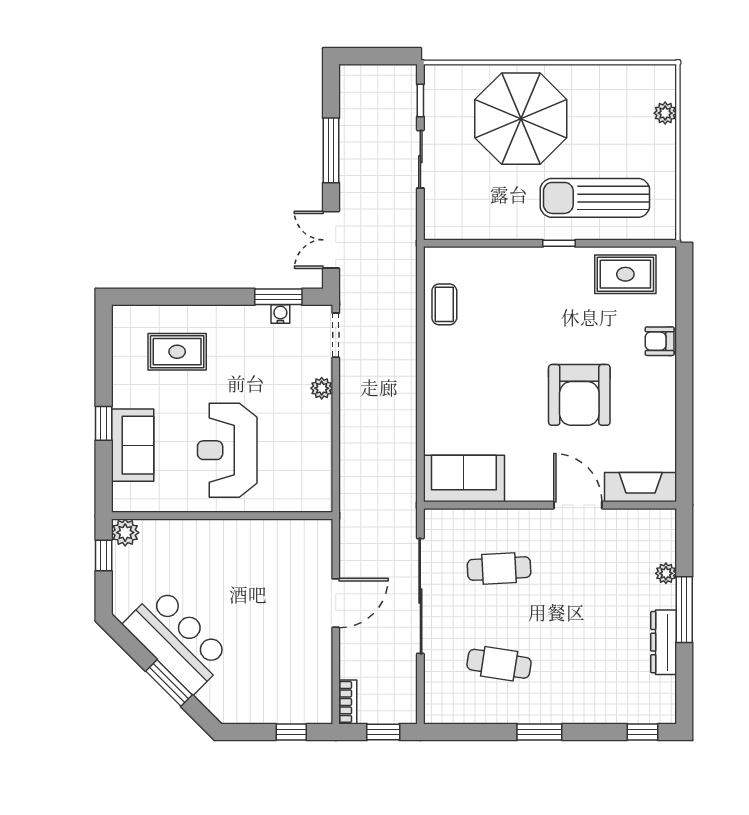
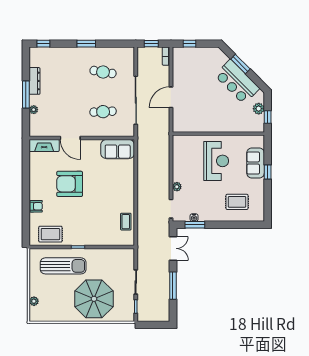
armchair: (579, 395) -> (70, 184), turned -90
plant: (125, 533) -> (259, 109), moved

